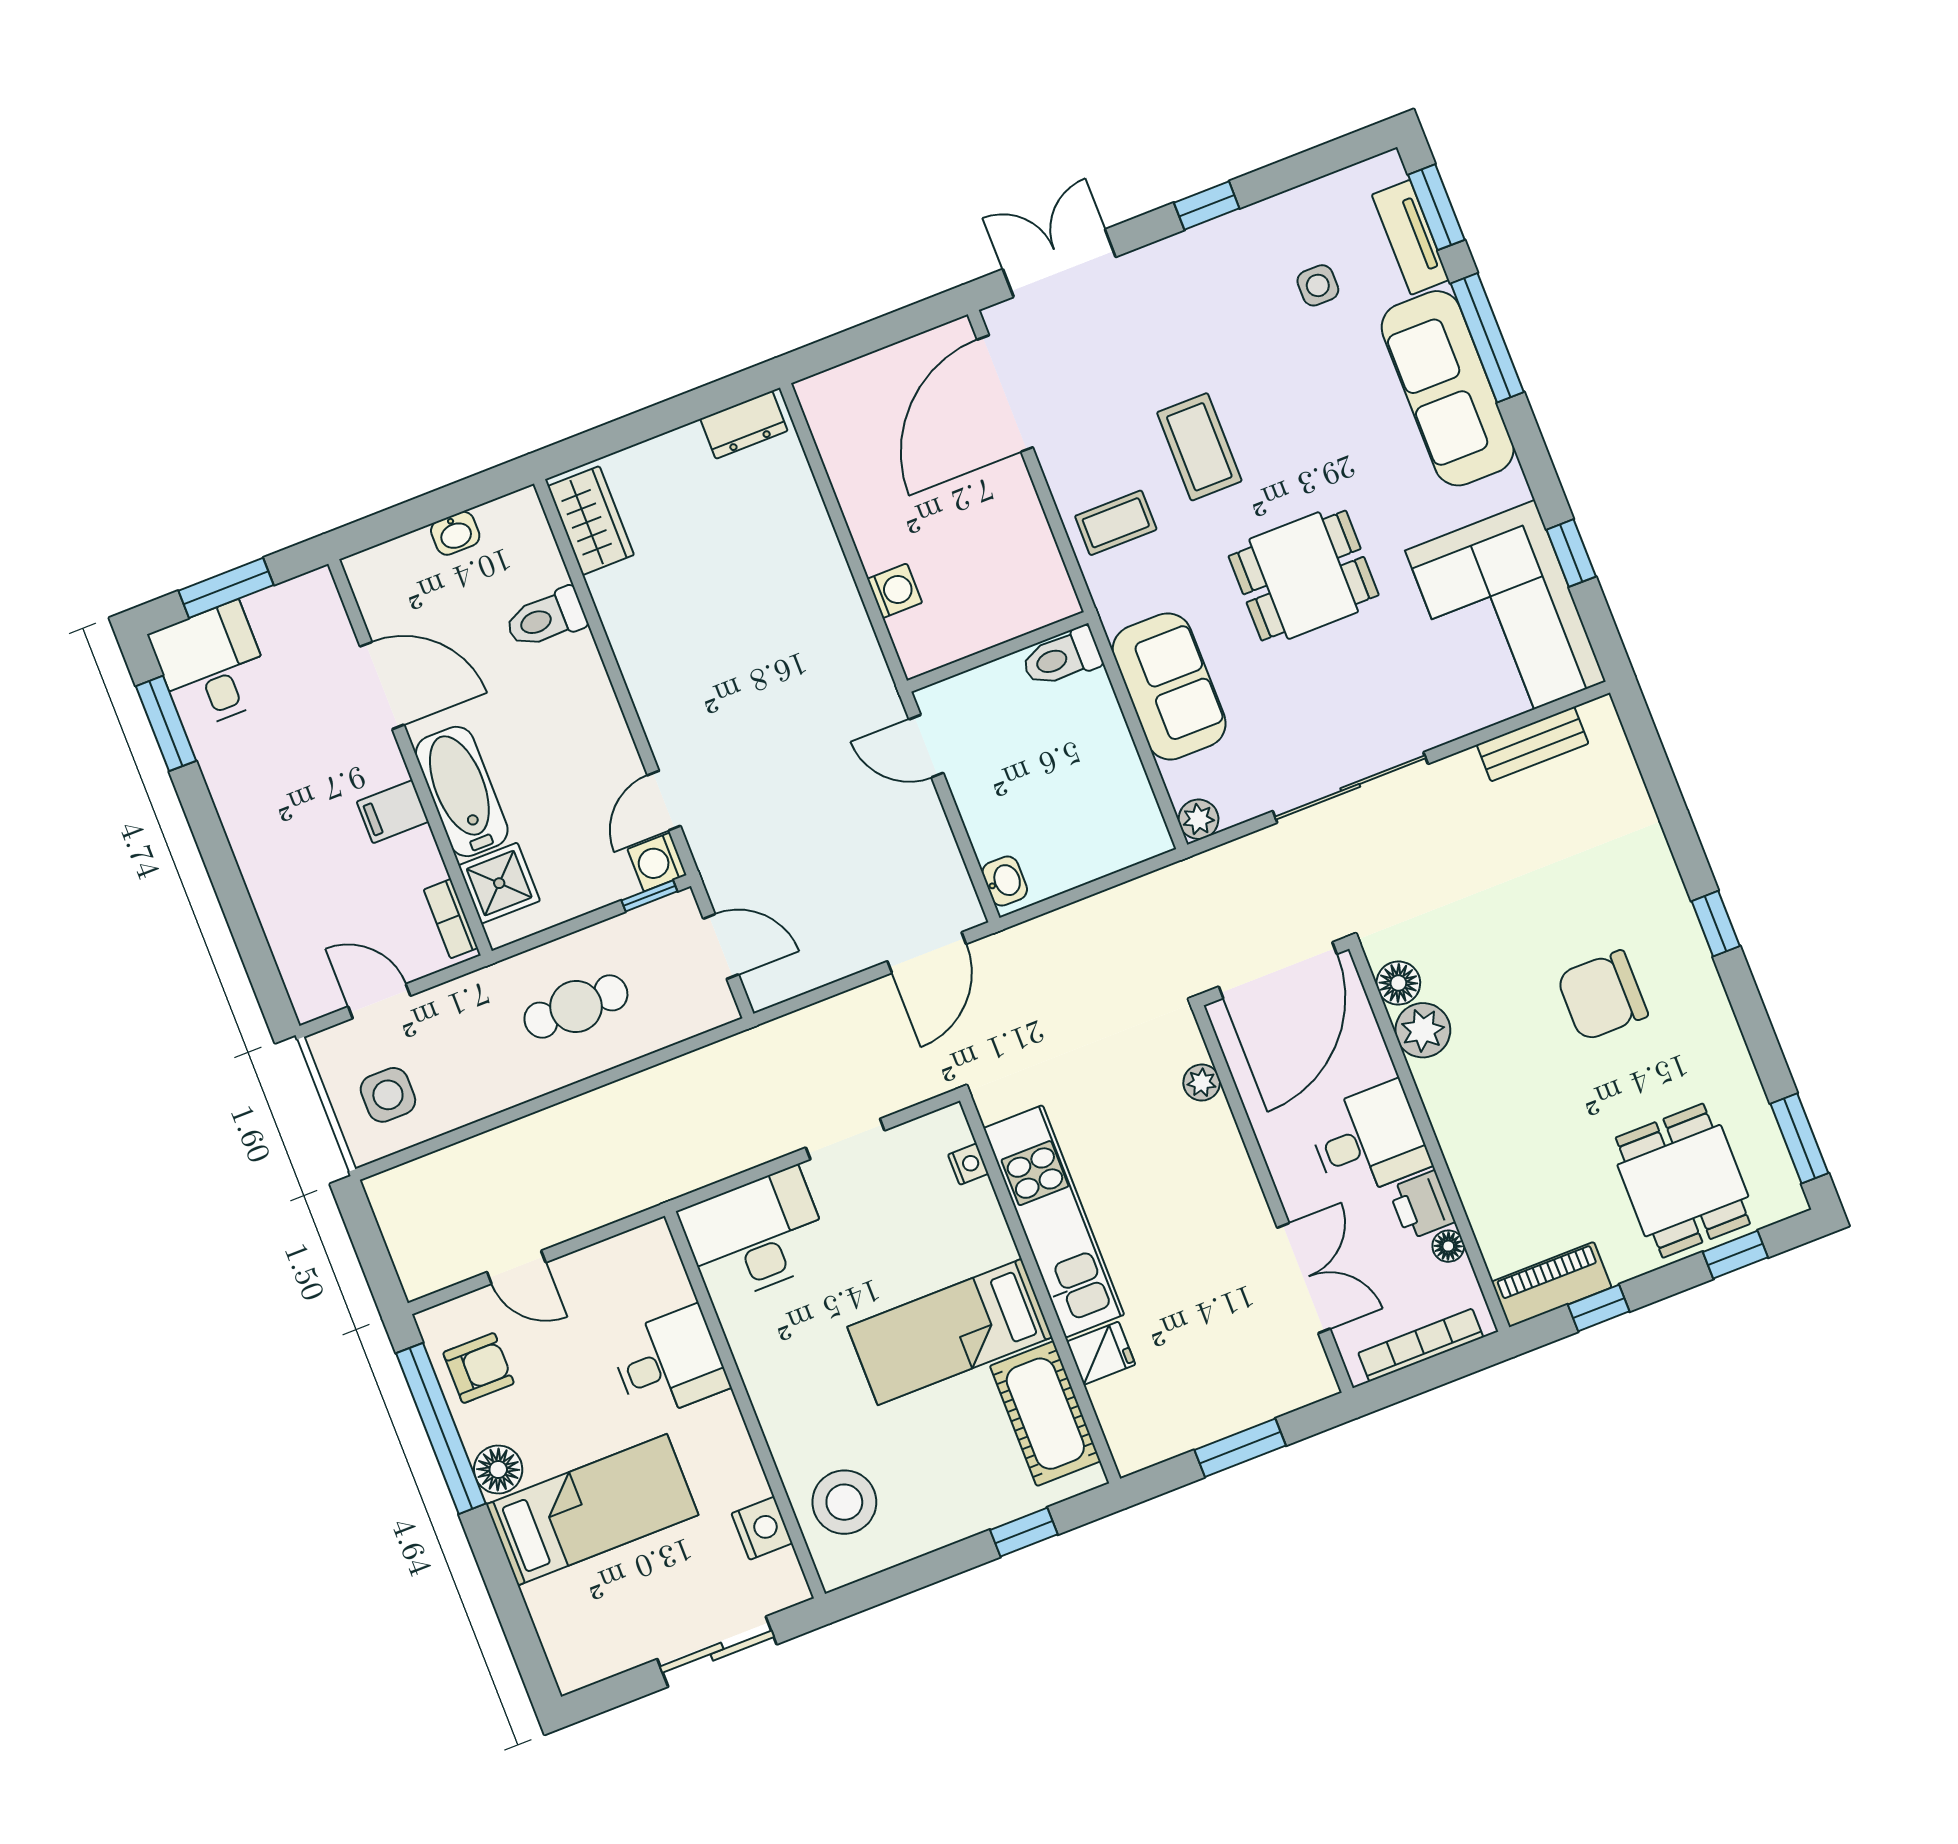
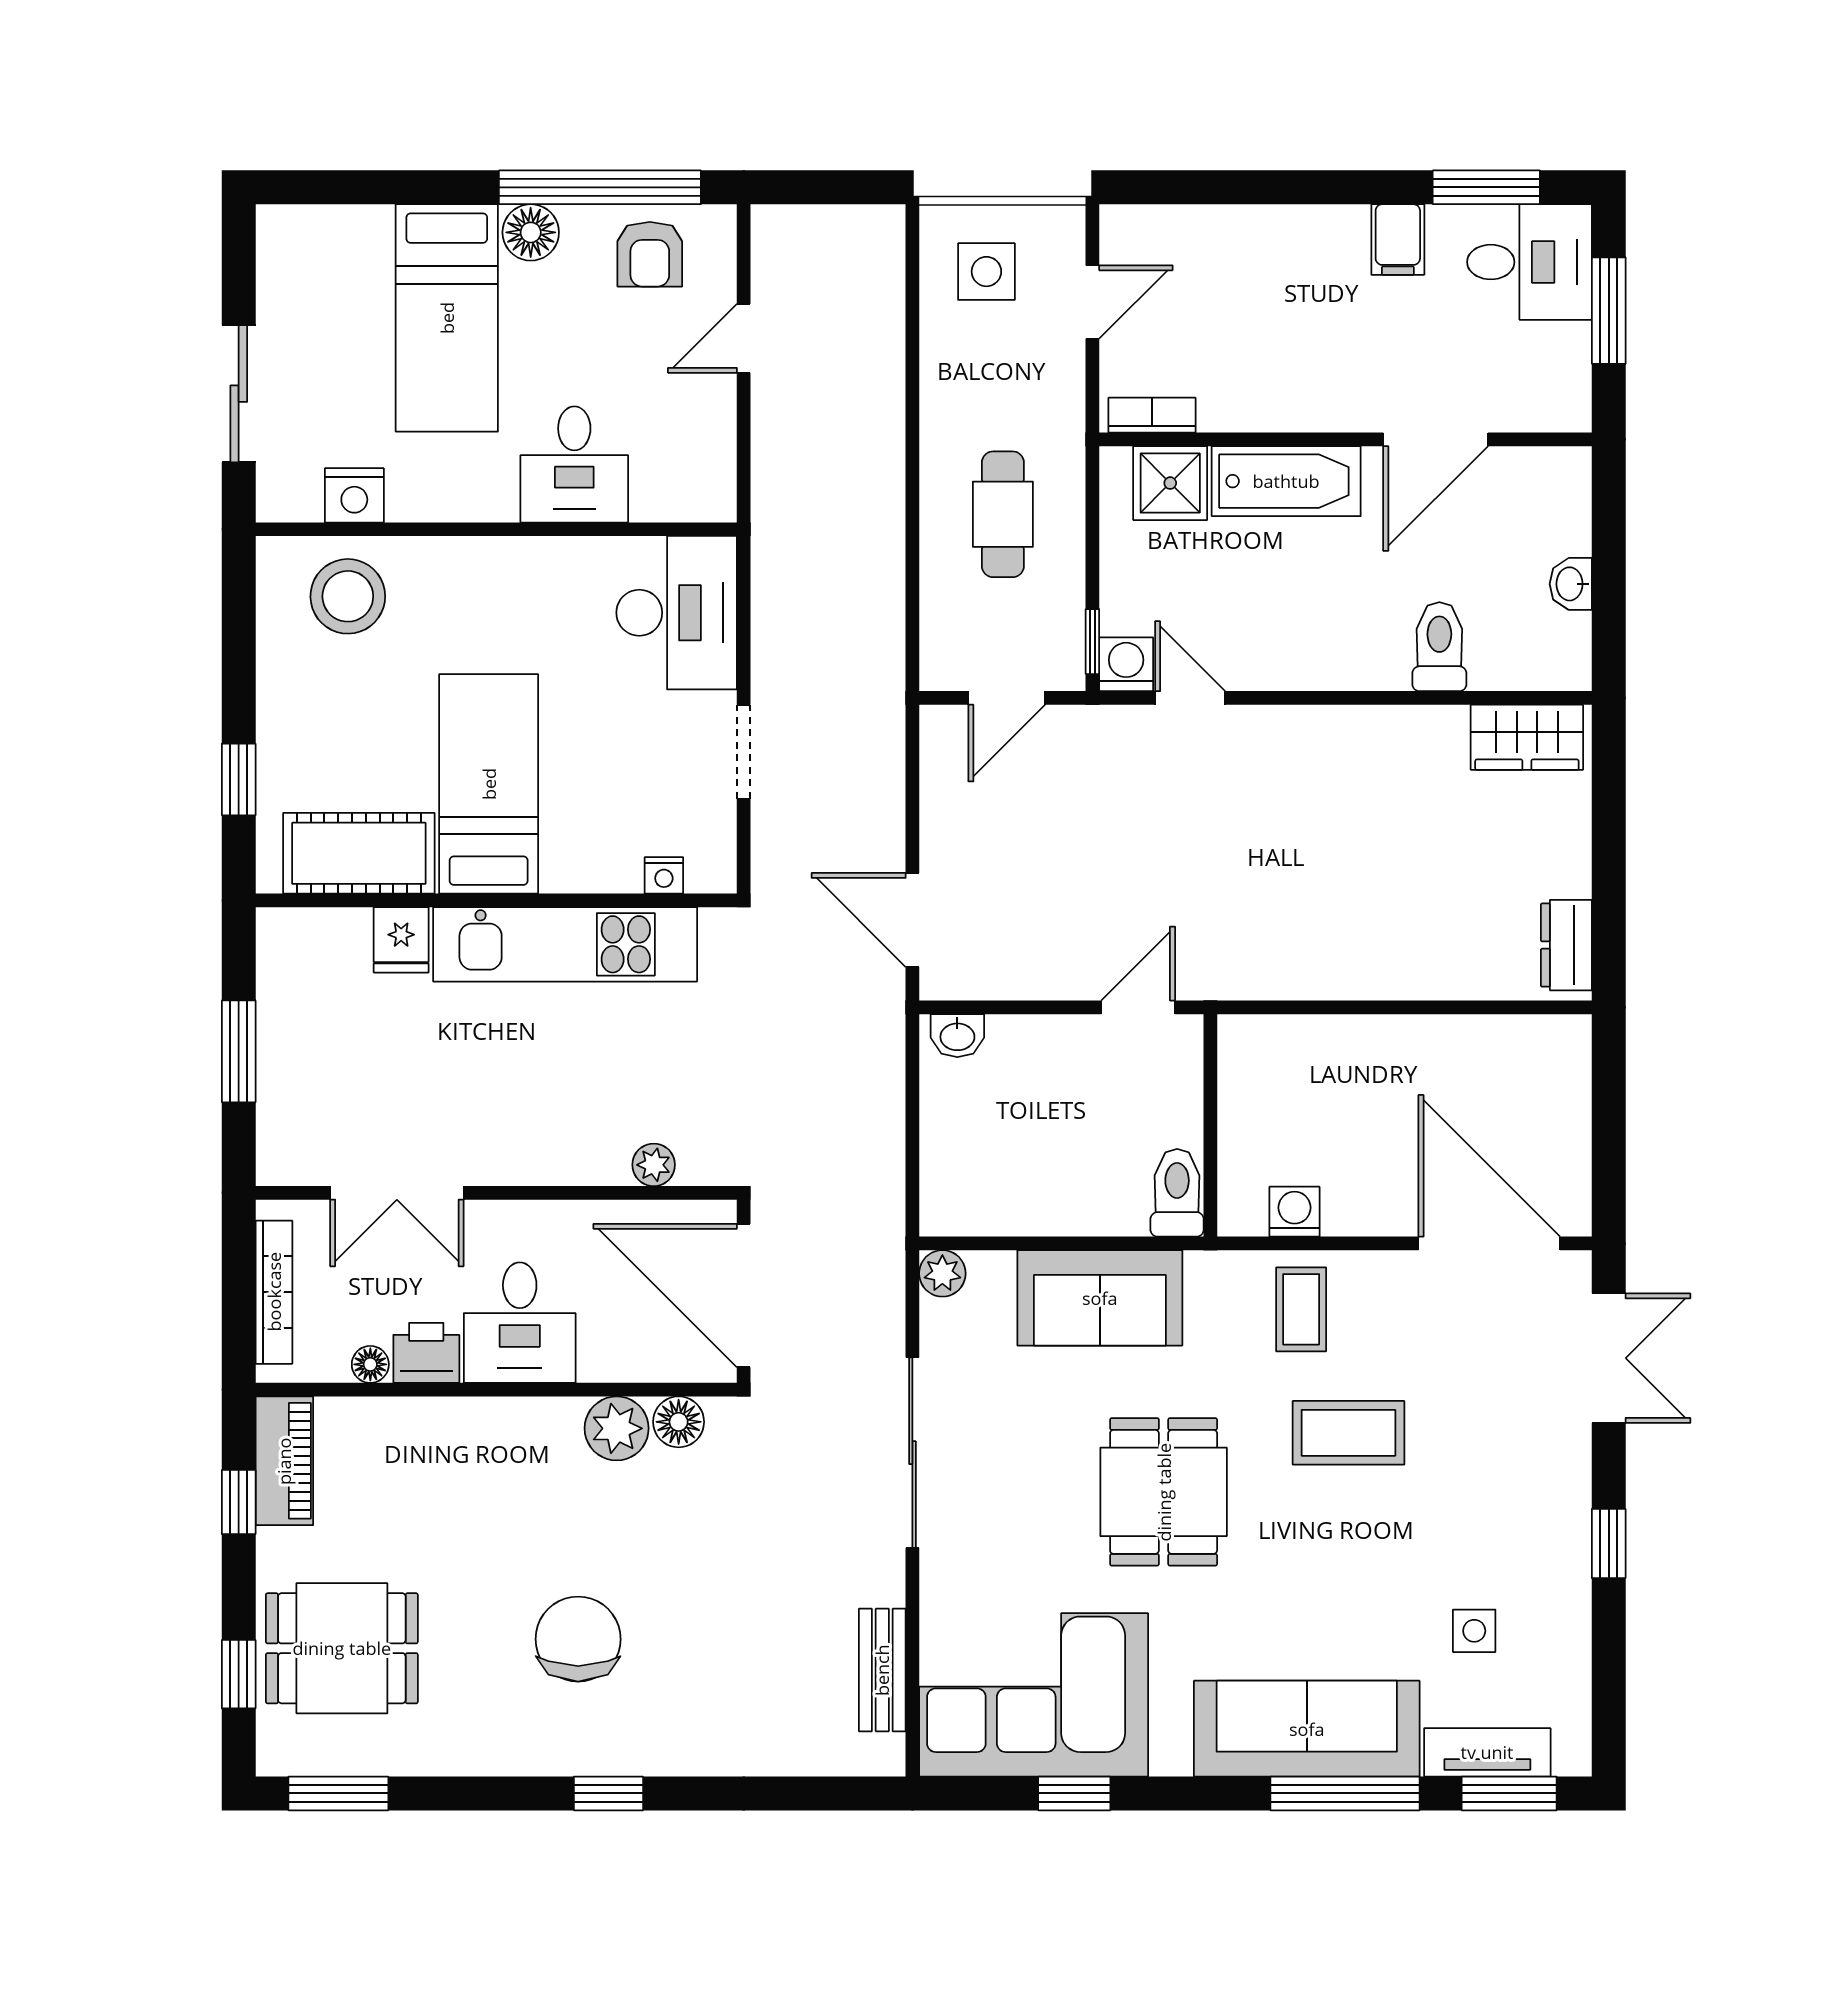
washing machine: (895, 591) -> (1295, 1212), moved, turned 180
filing cabinet: (393, 812) -> (1398, 239), moved, turned 180

